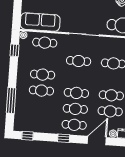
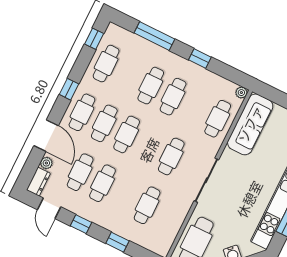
window: (15, 50) -> (200, 58), moved
cafe table: (39, 122) -> (106, 64), added

